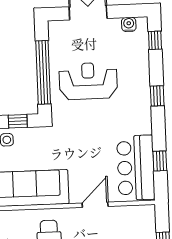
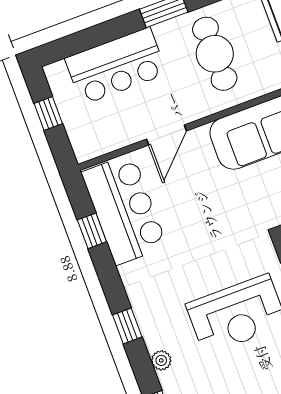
plant: (143, 68) -> (161, 360), added

